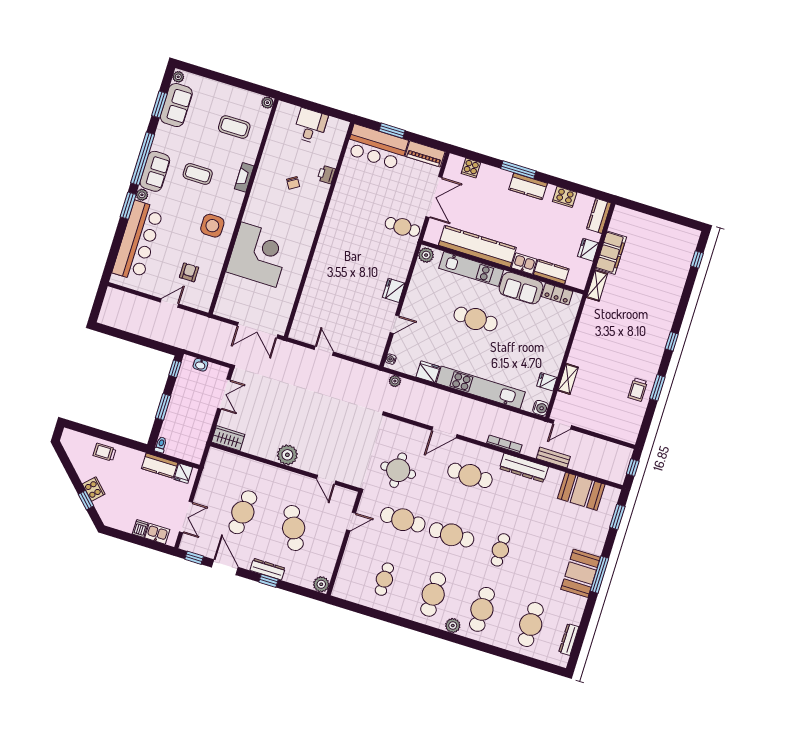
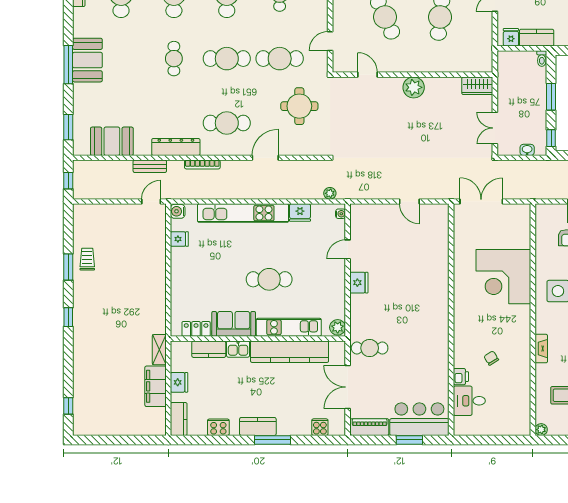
desk: (311, 126) -> (469, 401), moved, turned 90
shelving: (568, 379) -> (159, 248), removed

